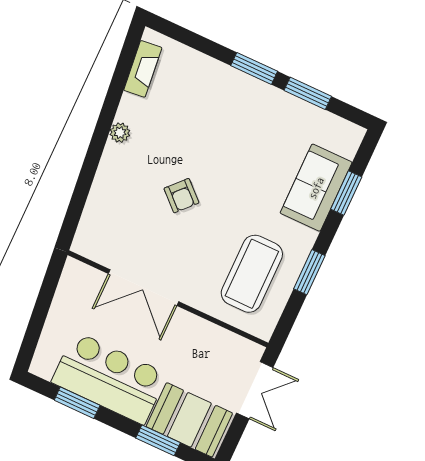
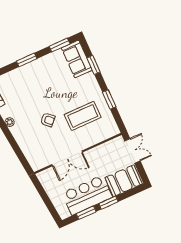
window: (308, 93) -> (59, 45), moved
sofa: (316, 188) -> (77, 59), moved
coffee table: (252, 274) -> (83, 116), moved, turned 90
window: (158, 440) -> (108, 203), moved

